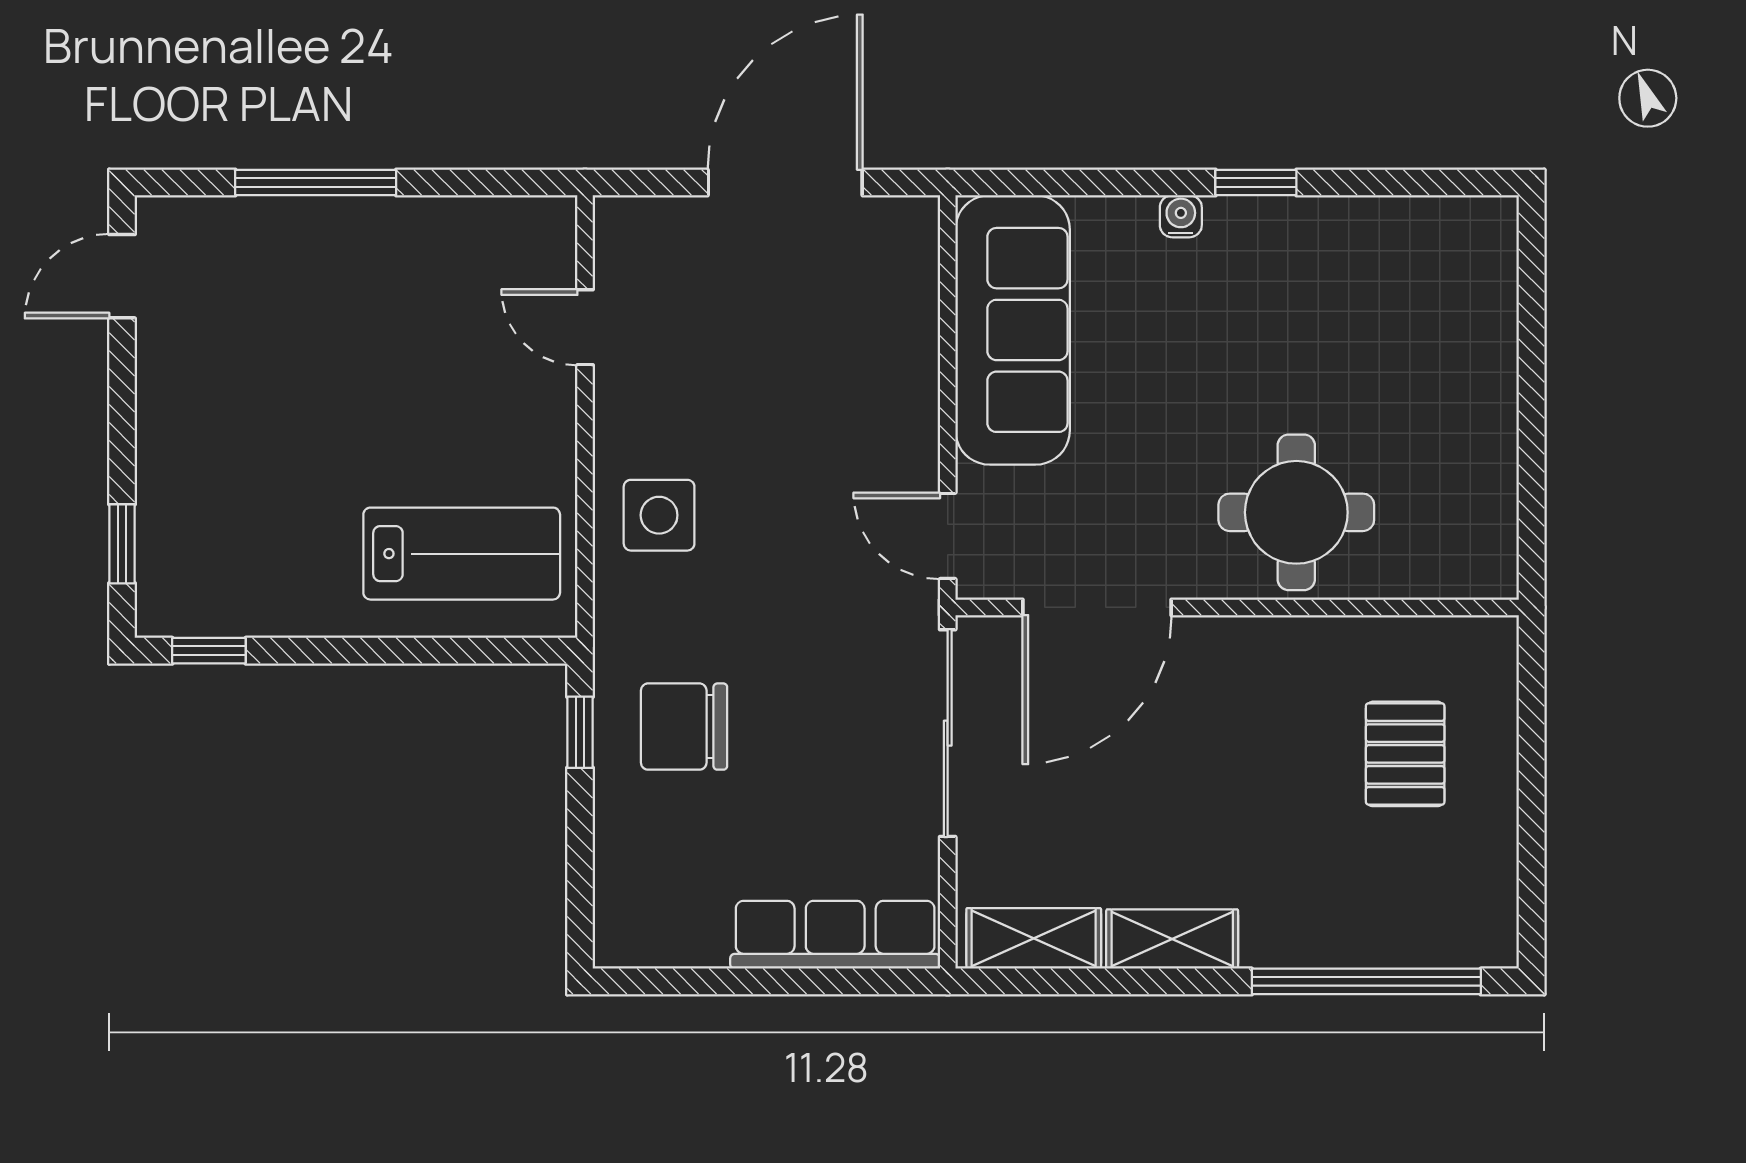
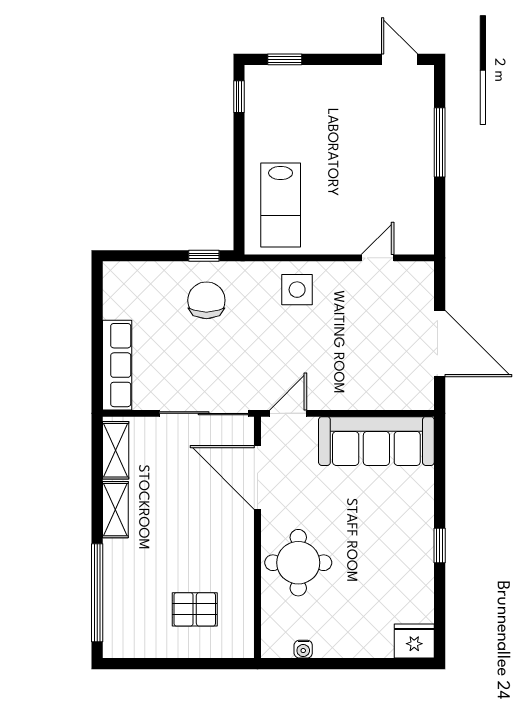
water cooler: (1181, 216) -> (303, 649), moved, turned 90
fridge: (1479, 242) -> (414, 641), added

